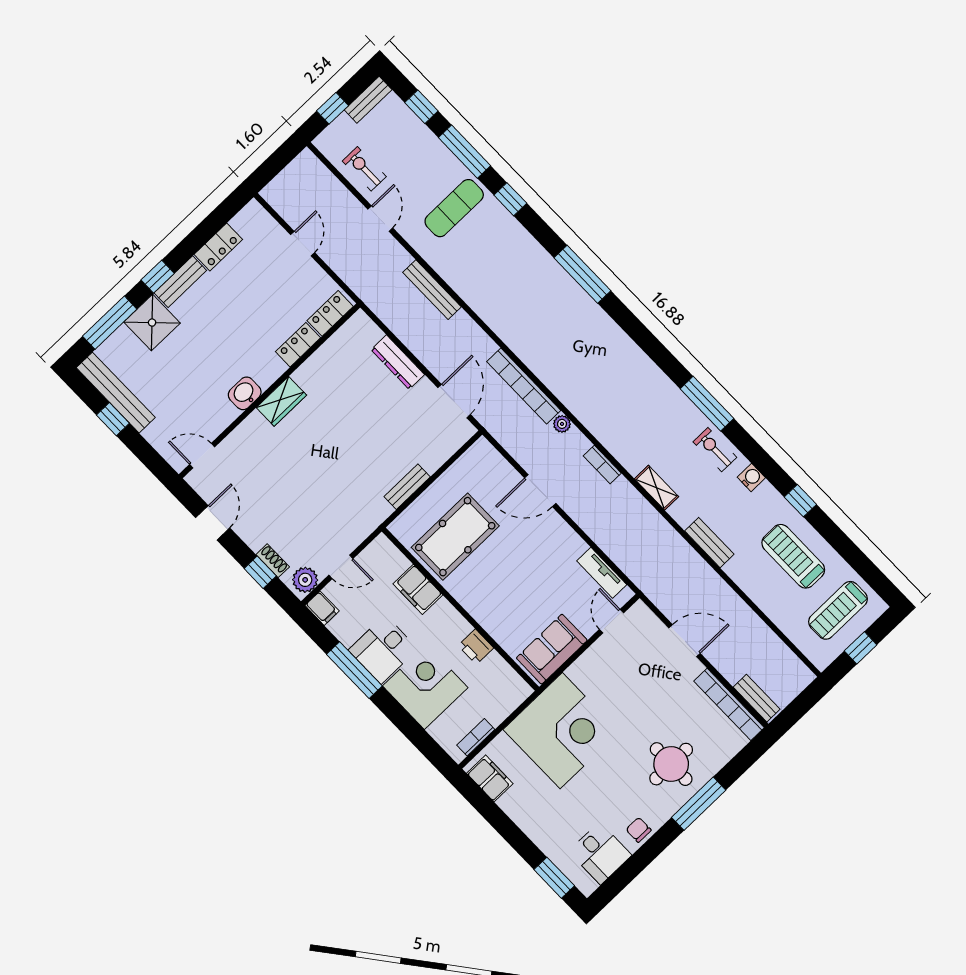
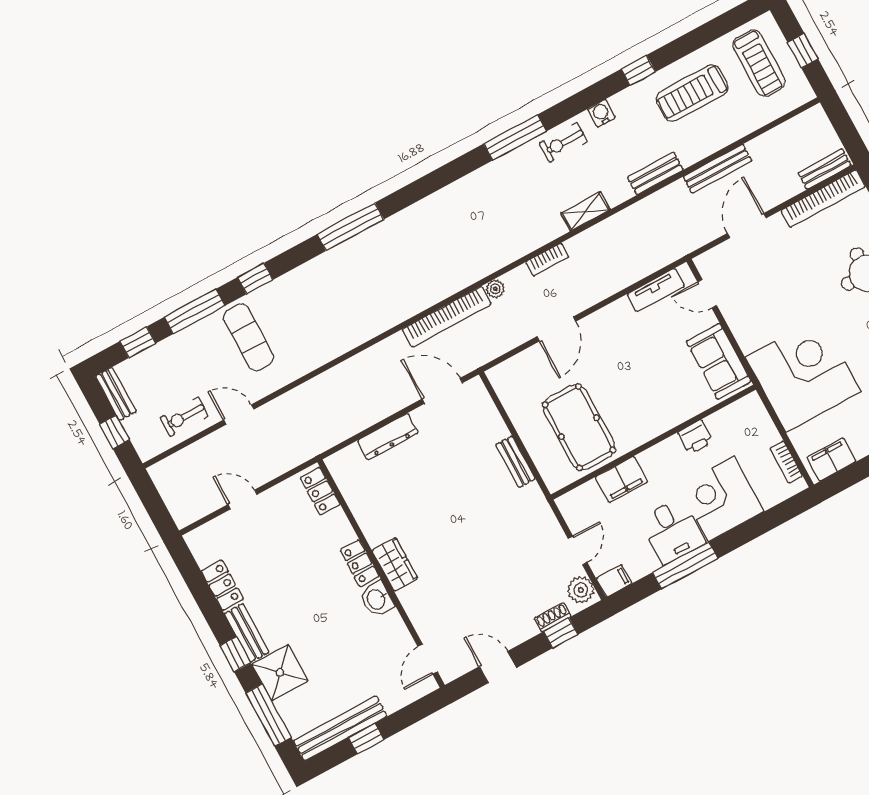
bench: (432, 290) -> (717, 169), moved
locker: (298, 345) -> (360, 563), moved

